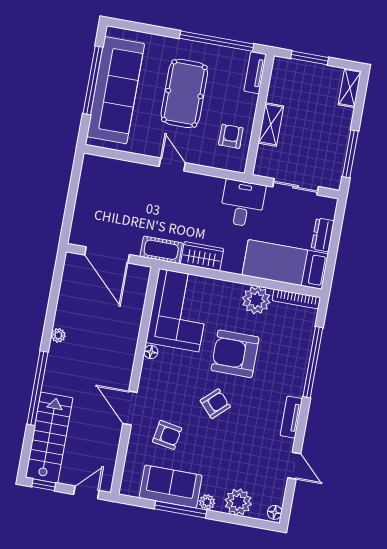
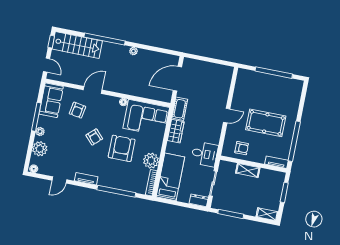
sofa: (116, 90) -> (268, 85), removed
dresser: (323, 235) -> (199, 200), moved
sofa: (171, 487) -> (51, 100), moved

